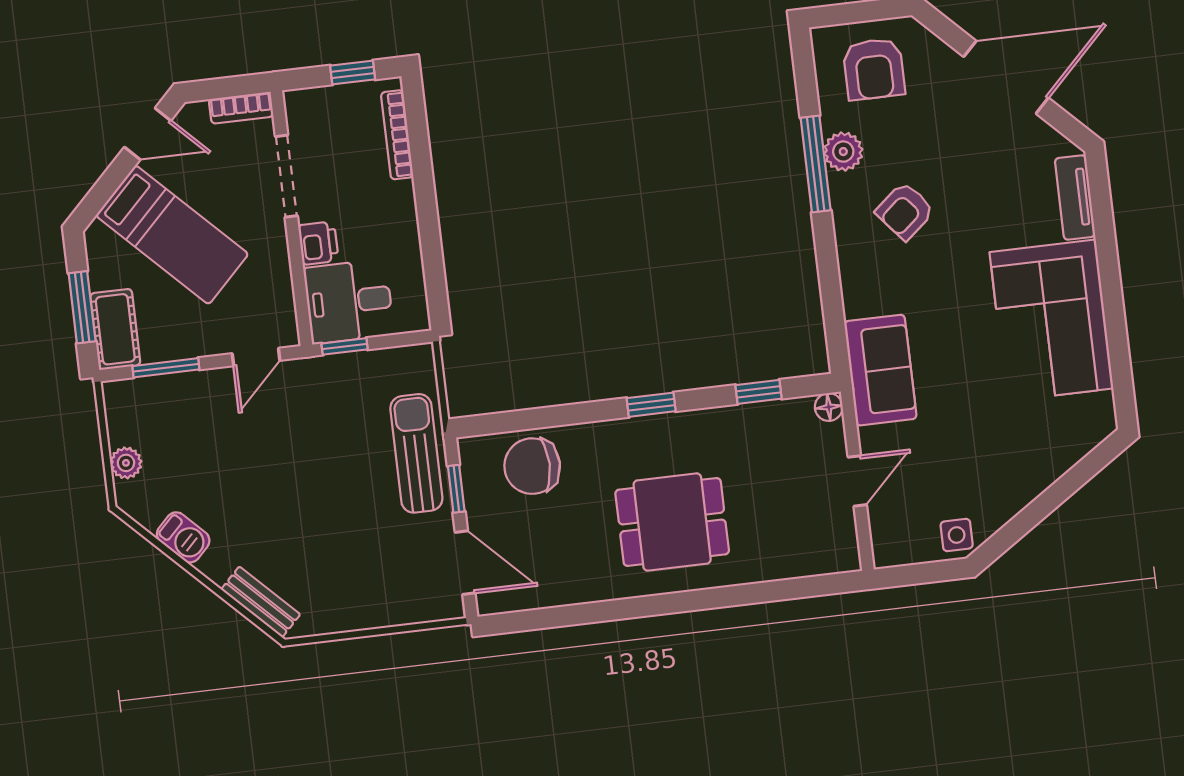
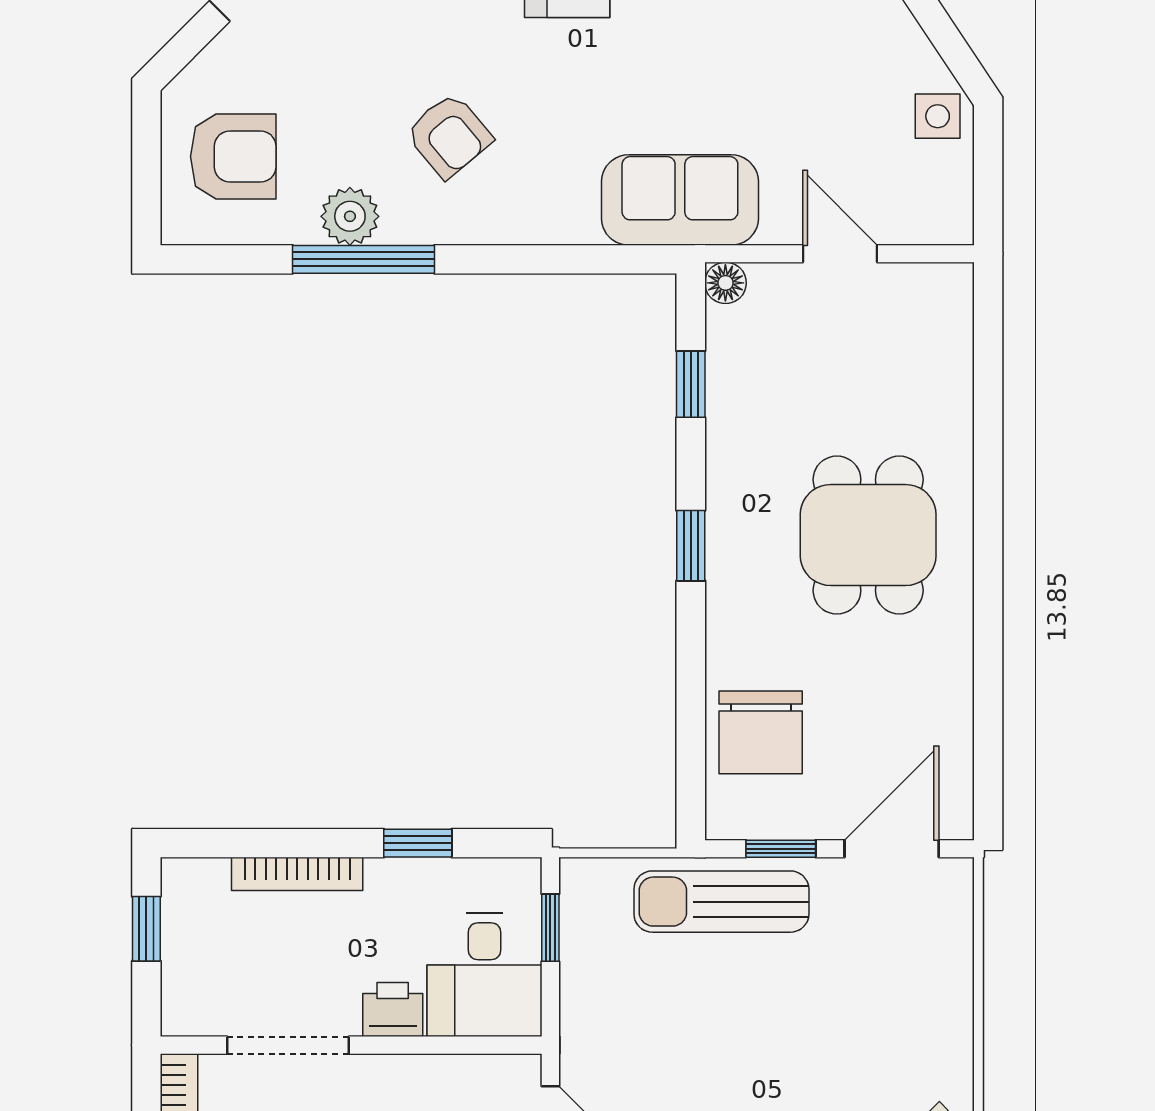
bookcase: (397, 135) -> (297, 874), moved
window: (431, 247) -> (418, 843), added
window: (345, 346) -> (550, 928), moved

